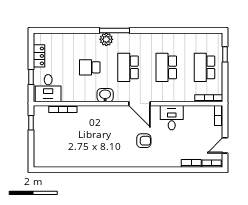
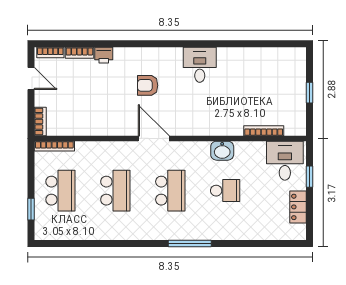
plant: (106, 39) -> (202, 231), removed
washbasin: (105, 95) -> (222, 151), moved
desk: (172, 118) -> (200, 65), moved, turned 180
window: (31, 123) -> (309, 93), moved
door: (225, 145) -> (31, 79), hinge flipped
printer: (174, 162) -> (104, 55), added

